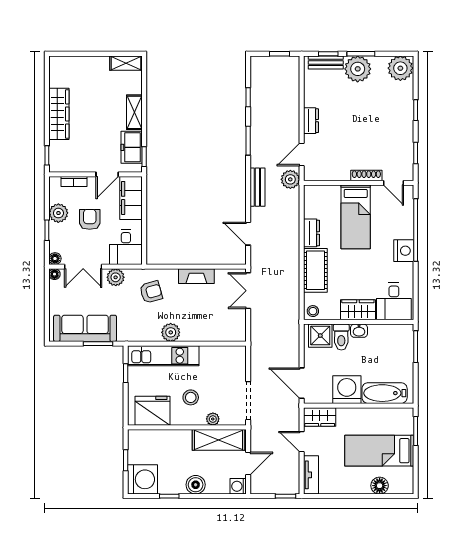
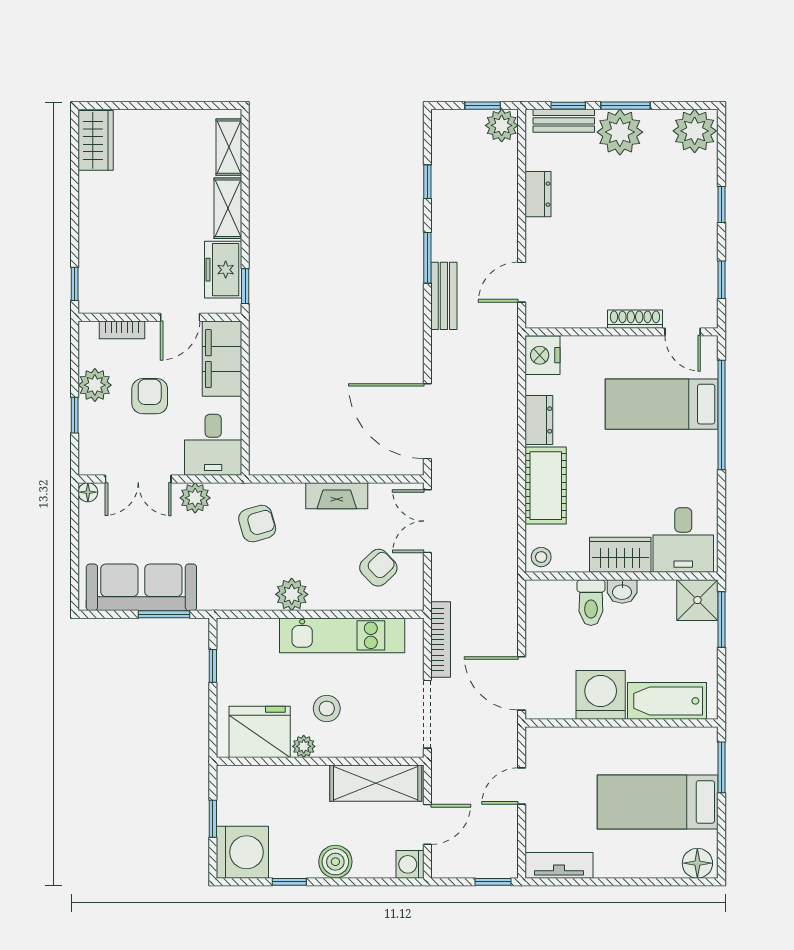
shelving: (126, 63) -> (229, 147), moved, turned 90
wardrobe: (59, 114) -> (96, 140), moved, width x0.67
dresser: (311, 121) -> (538, 194), moved
plant: (290, 179) -> (502, 125), moved
bench: (257, 187) -> (444, 296), moved
bed: (356, 217) -> (662, 404), moved, turned 90
door: (248, 234) -> (427, 421), width x1.87
nightstand: (404, 251) -> (542, 355), moved, turned 180
floor lamp: (55, 259) -> (89, 465), removed
armchair: (220, 317) -> (378, 568), added
shower: (320, 336) -> (697, 600), moved
kitchen unit: (163, 356) -> (342, 635), moved
bookcase: (256, 358) -> (441, 639), added
wardrobe: (320, 417) -> (553, 743), removed
plant: (213, 419) -> (304, 746), moved
door: (302, 442) -> (522, 786), hinge flipped
tv unit: (311, 475) -> (559, 865), moved, turned -90
floor lamp: (380, 486) -> (697, 863), moved

